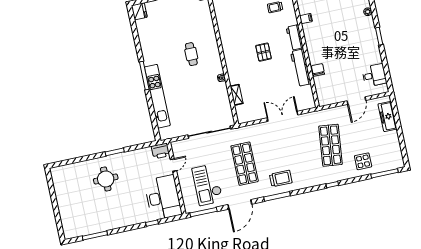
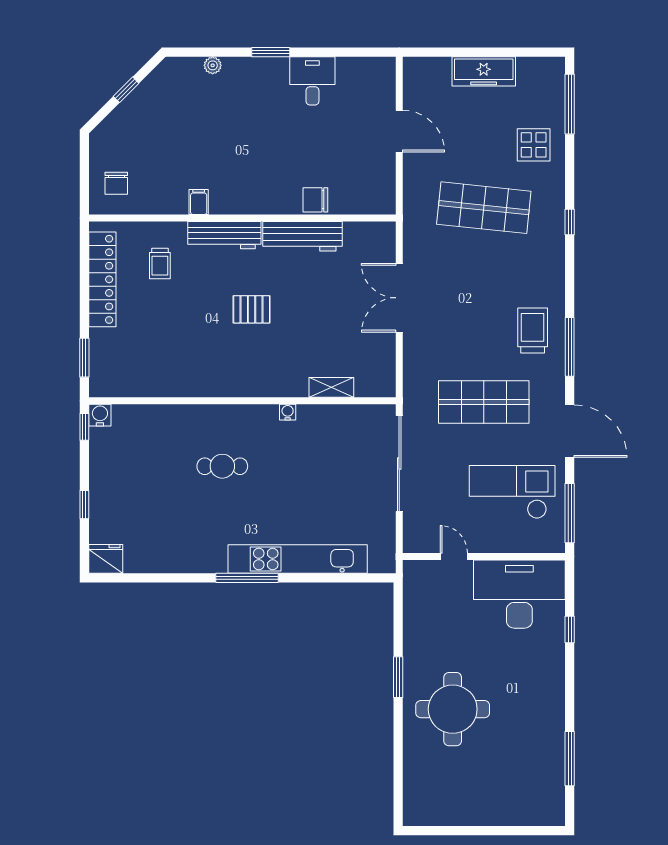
workbench: (295, 37) -> (224, 235), width x1.38
desk: (374, 75) -> (312, 81), moved
freezer: (387, 116) -> (484, 71), moved
printer: (161, 151) -> (417, 578), removed
round table: (106, 179) -> (453, 709), width x1.36, depth x1.36
checkout: (207, 185) -> (512, 492), turned 180

